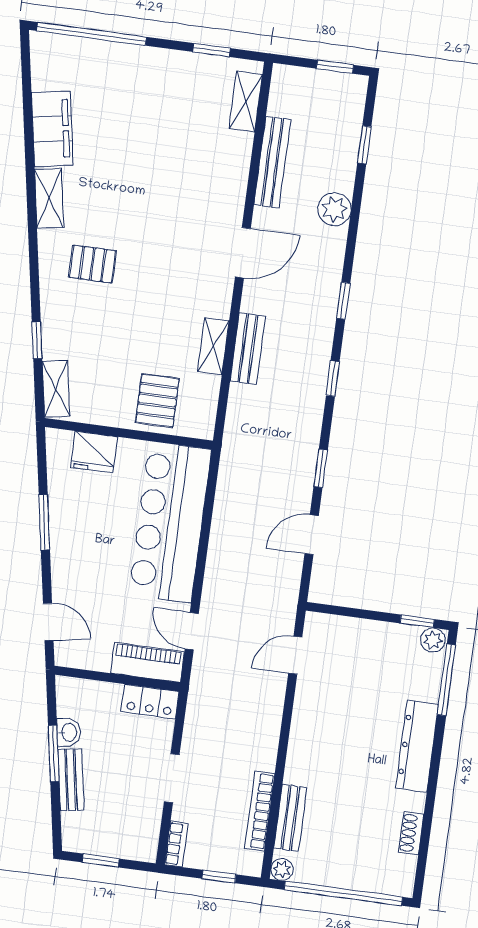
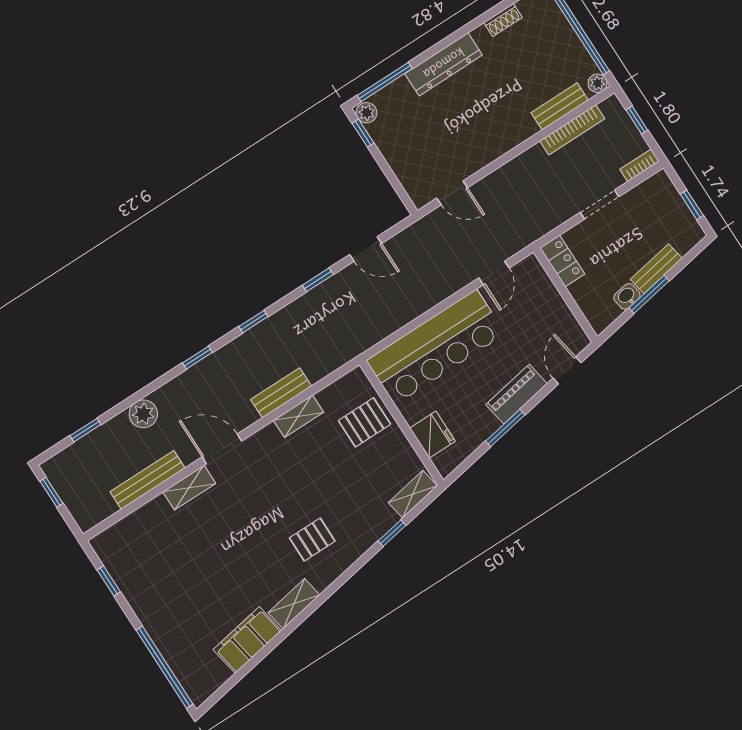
shelving: (246, 101) -> (189, 488), moved
pallet: (92, 264) -> (312, 540), turned 90
piano: (148, 662) -> (517, 394), moved, turned 80

